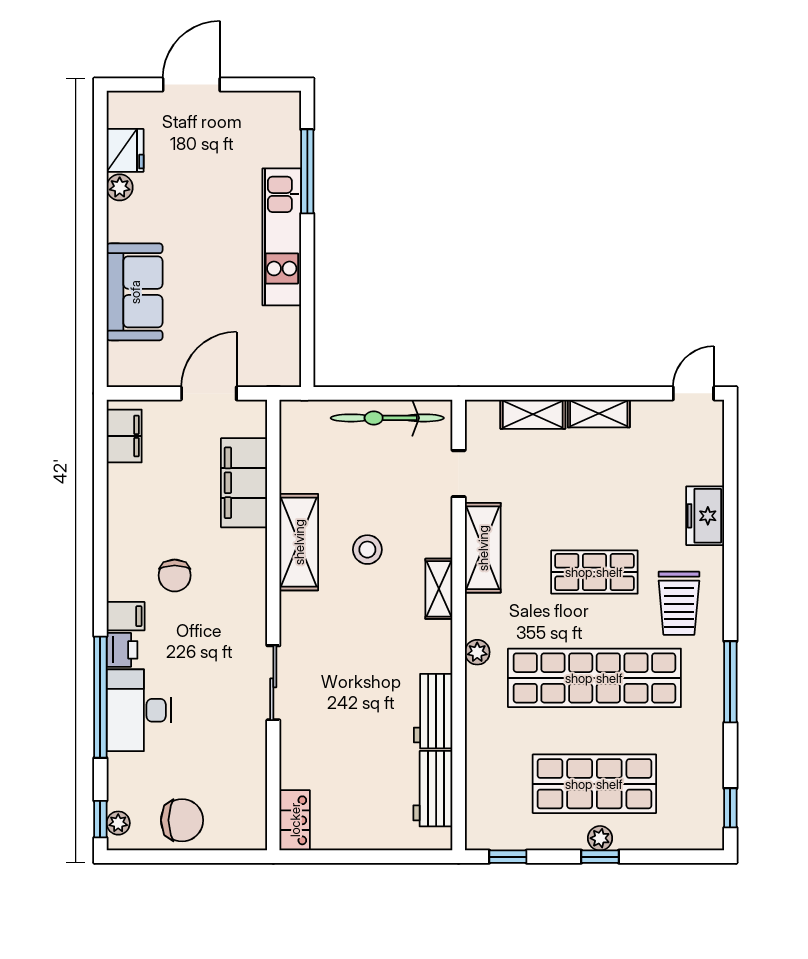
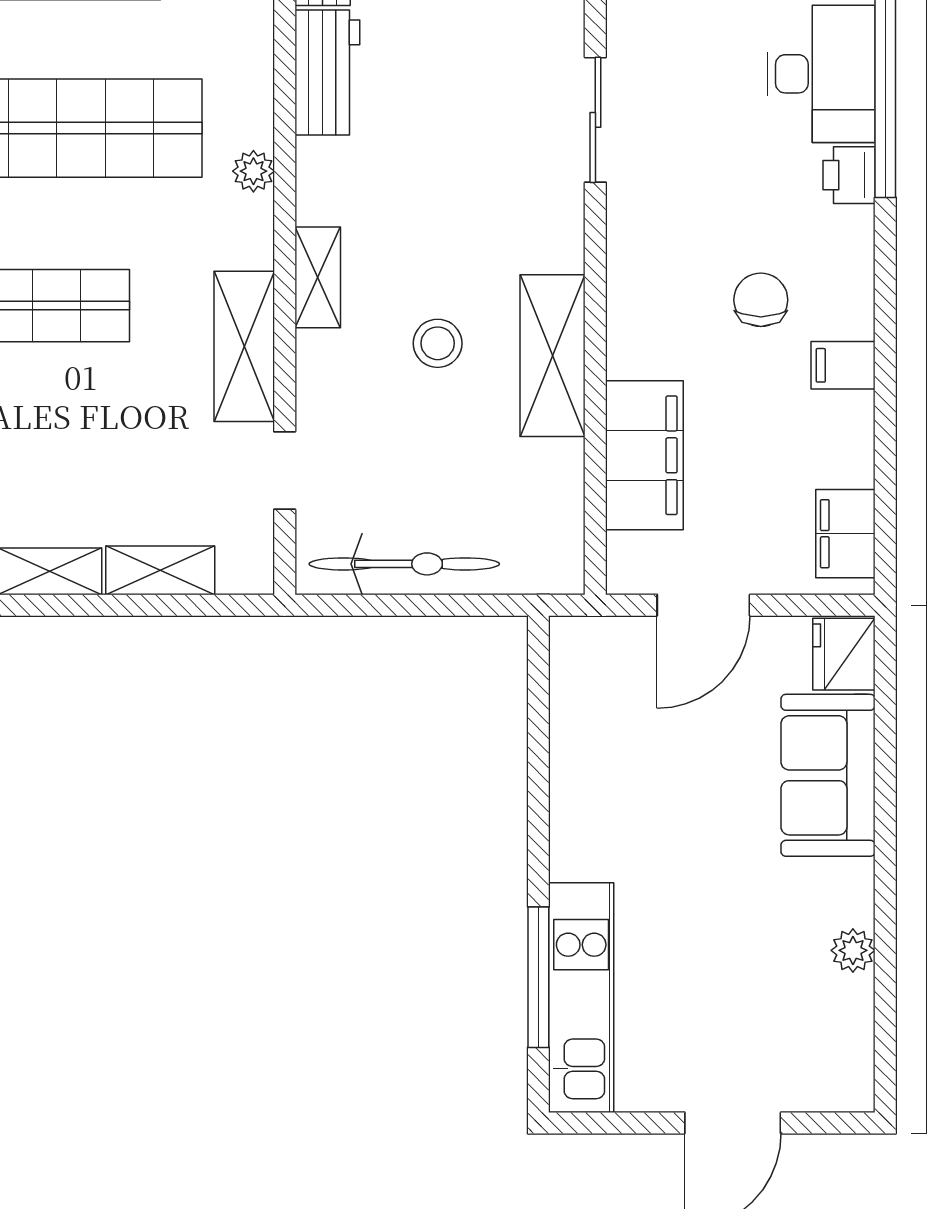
fridge: (125, 150) -> (844, 654), moved
kitchen unit: (282, 237) -> (581, 998), moved
filing cabinet: (126, 616) -> (843, 365), moved

